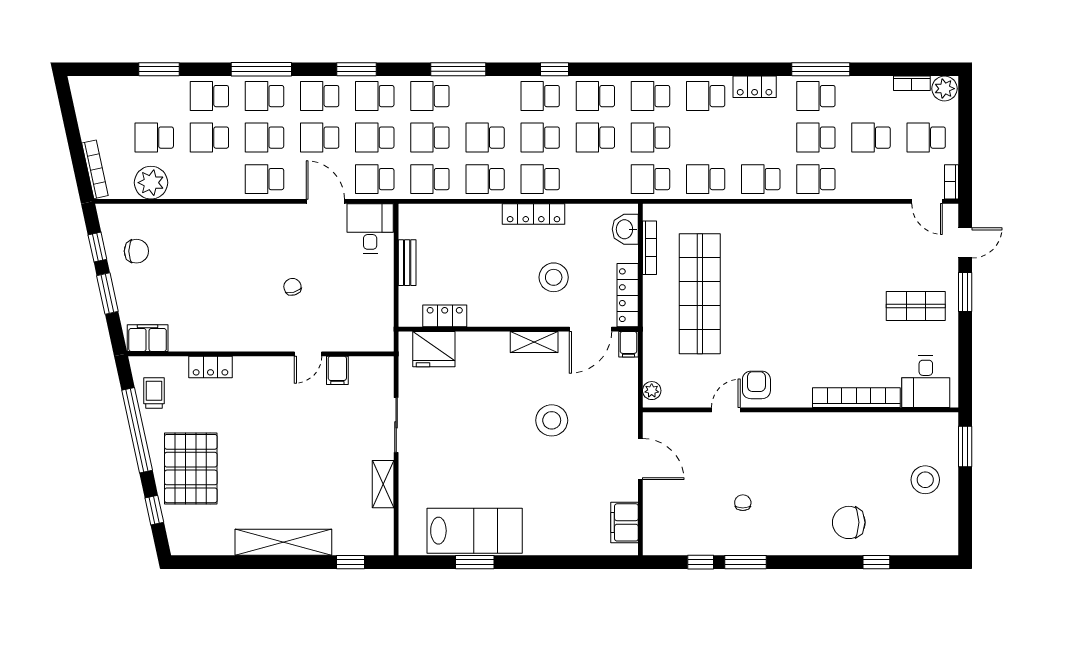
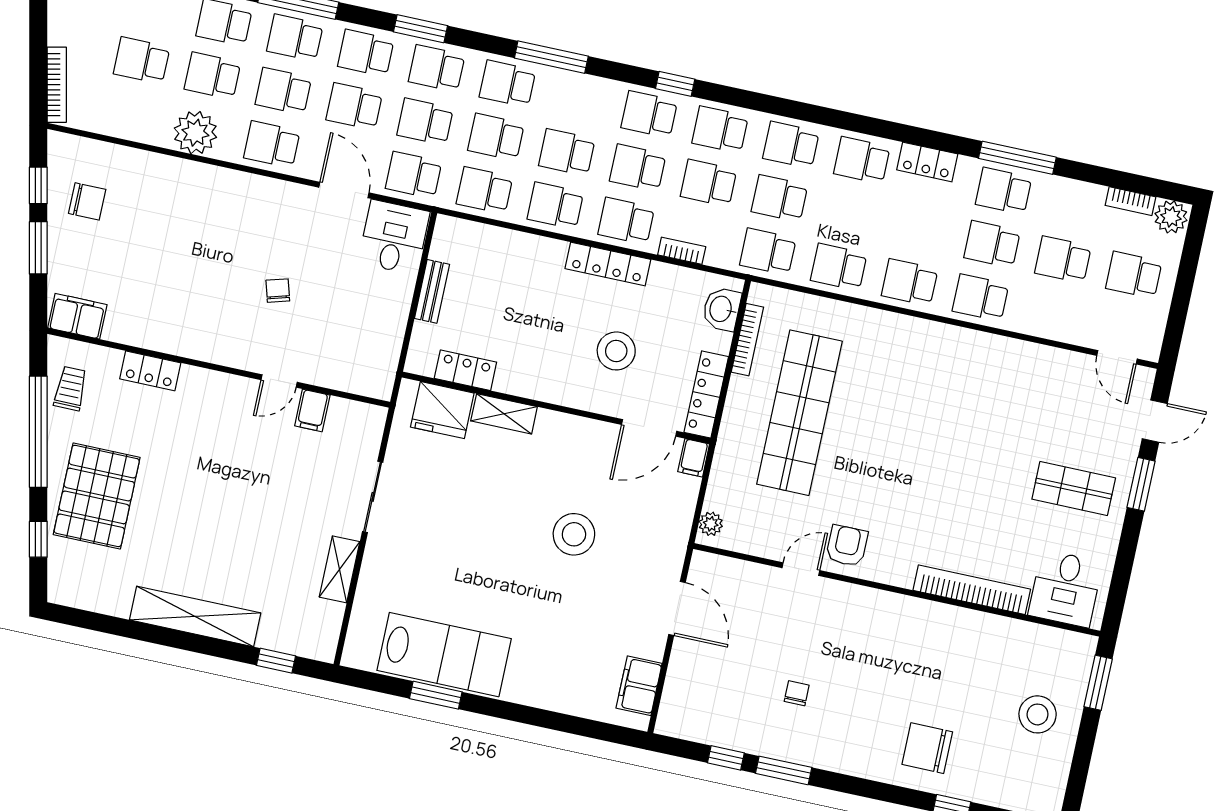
bookcase: (952, 182) -> (682, 251), moved, turned 90
plant: (151, 183) -> (195, 133), moved
shelving: (534, 342) -> (504, 414), moved

